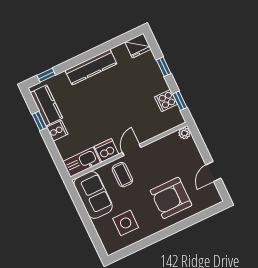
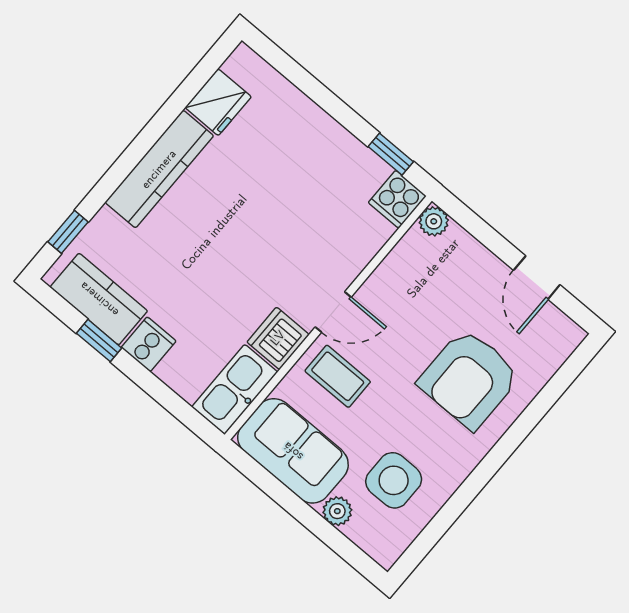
fridge: (138, 46) -> (218, 102), moved
window: (164, 67) -> (320, 95), removed
cooker: (166, 101) -> (397, 199), moved
door: (132, 150) -> (333, 312), swing flipped
plant: (99, 225) -> (337, 511), added

